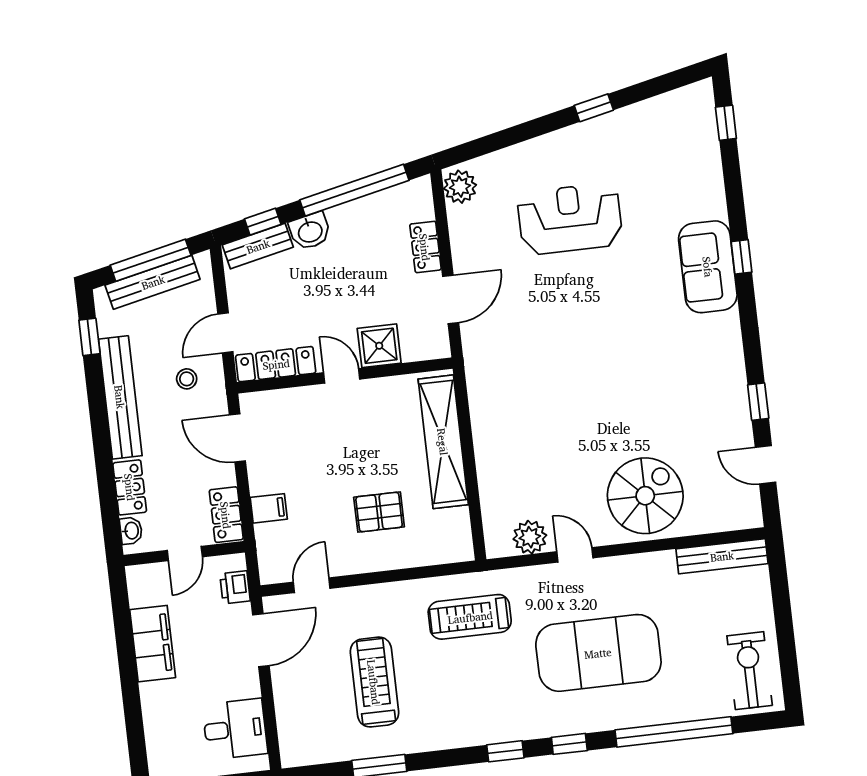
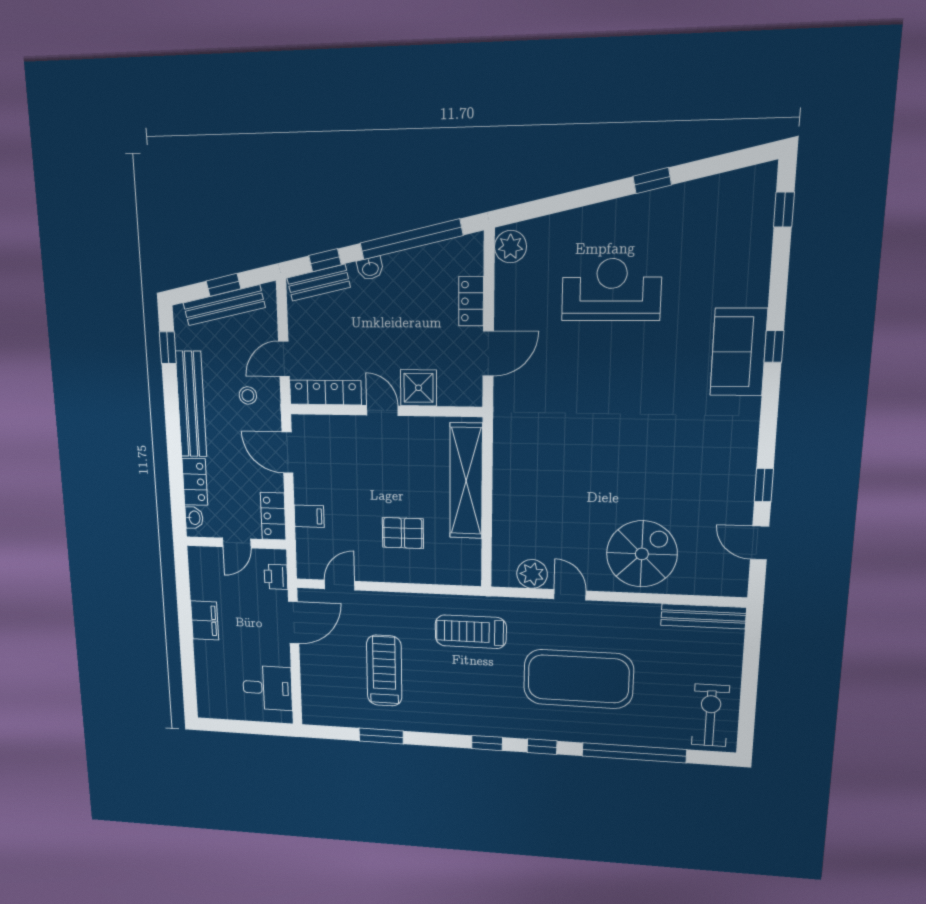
washbasin: (310, 231) -> (370, 268), width x0.72, depth x0.69
window: (151, 260) -> (223, 285), width x0.46
filing cabinet: (153, 644) -> (205, 620), width x0.67, depth x0.86

